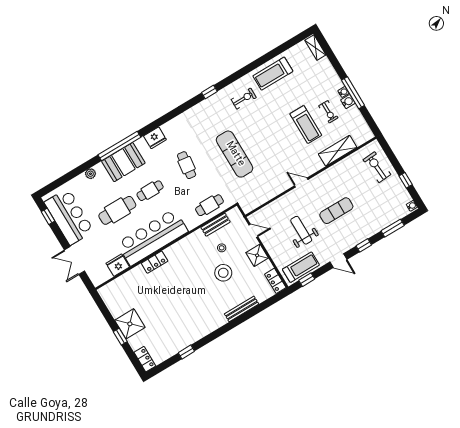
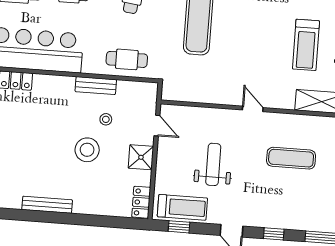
exercise mat: (336, 211) -> (291, 158), moved
bench: (216, 225) -> (96, 86), moved
bench: (242, 309) -> (47, 205), moved

